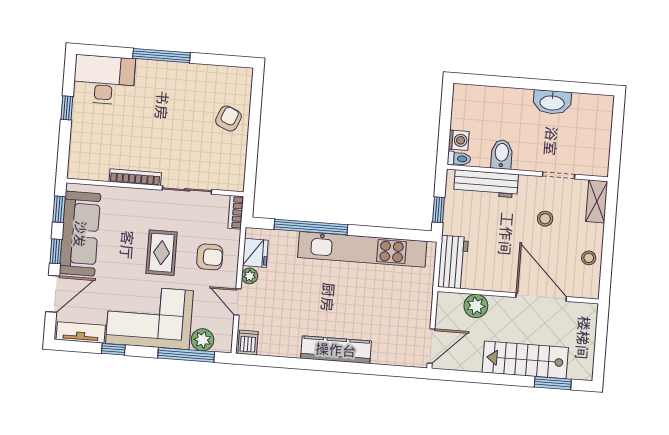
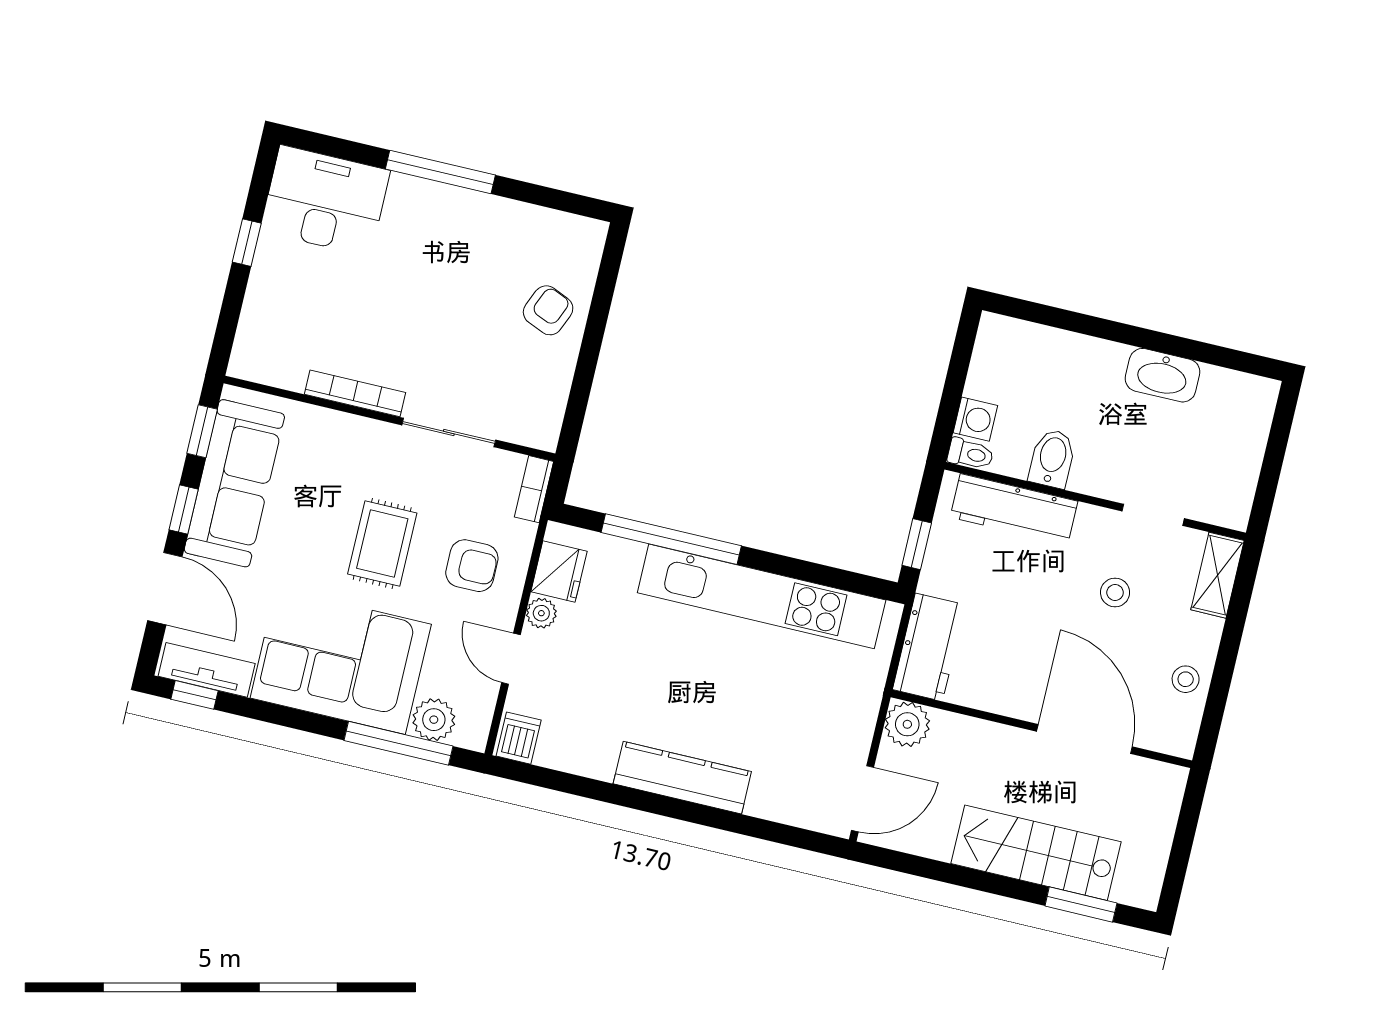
door: (53, 294) -> (165, 589), hinge flipped
plant: (476, 306) -> (907, 724), moved
window: (113, 349) -> (195, 695), moved

